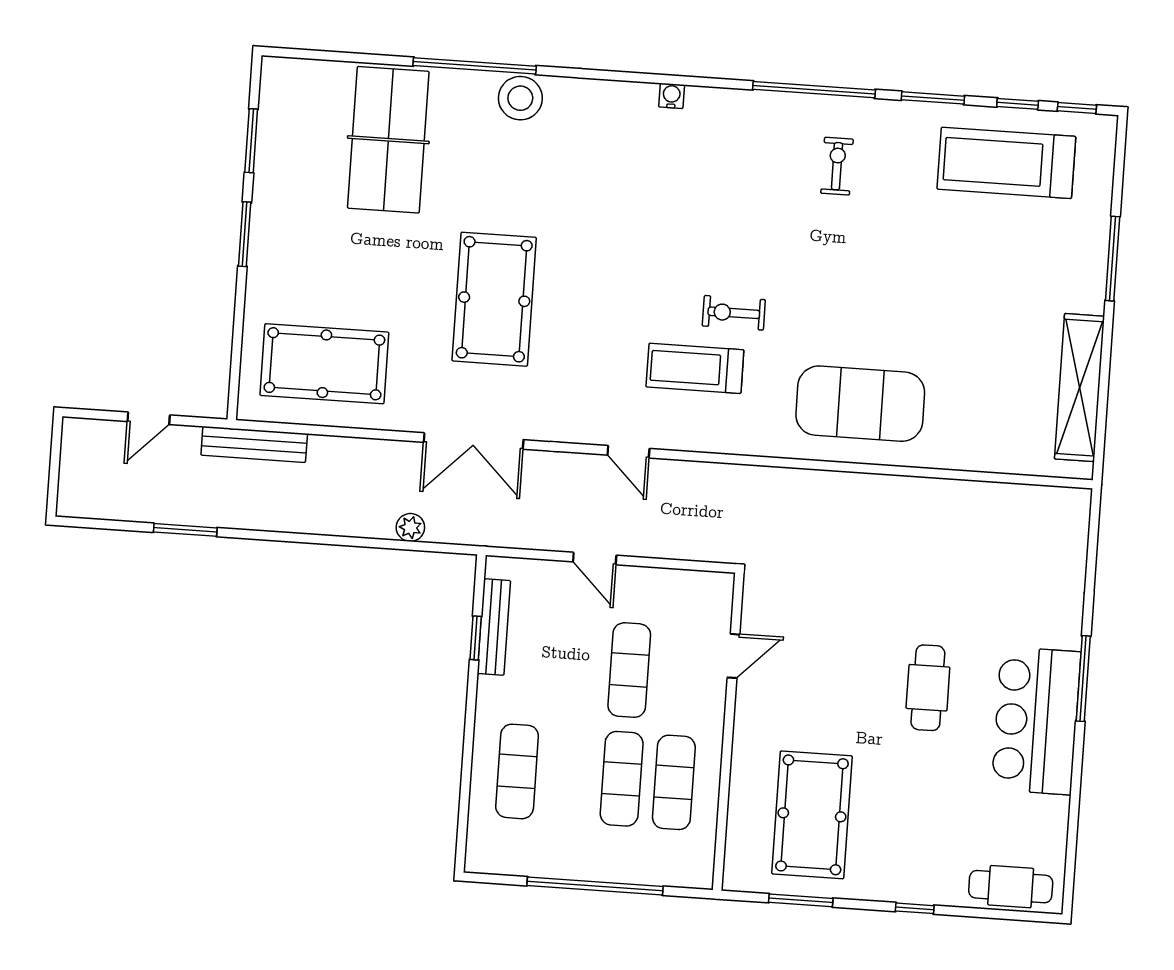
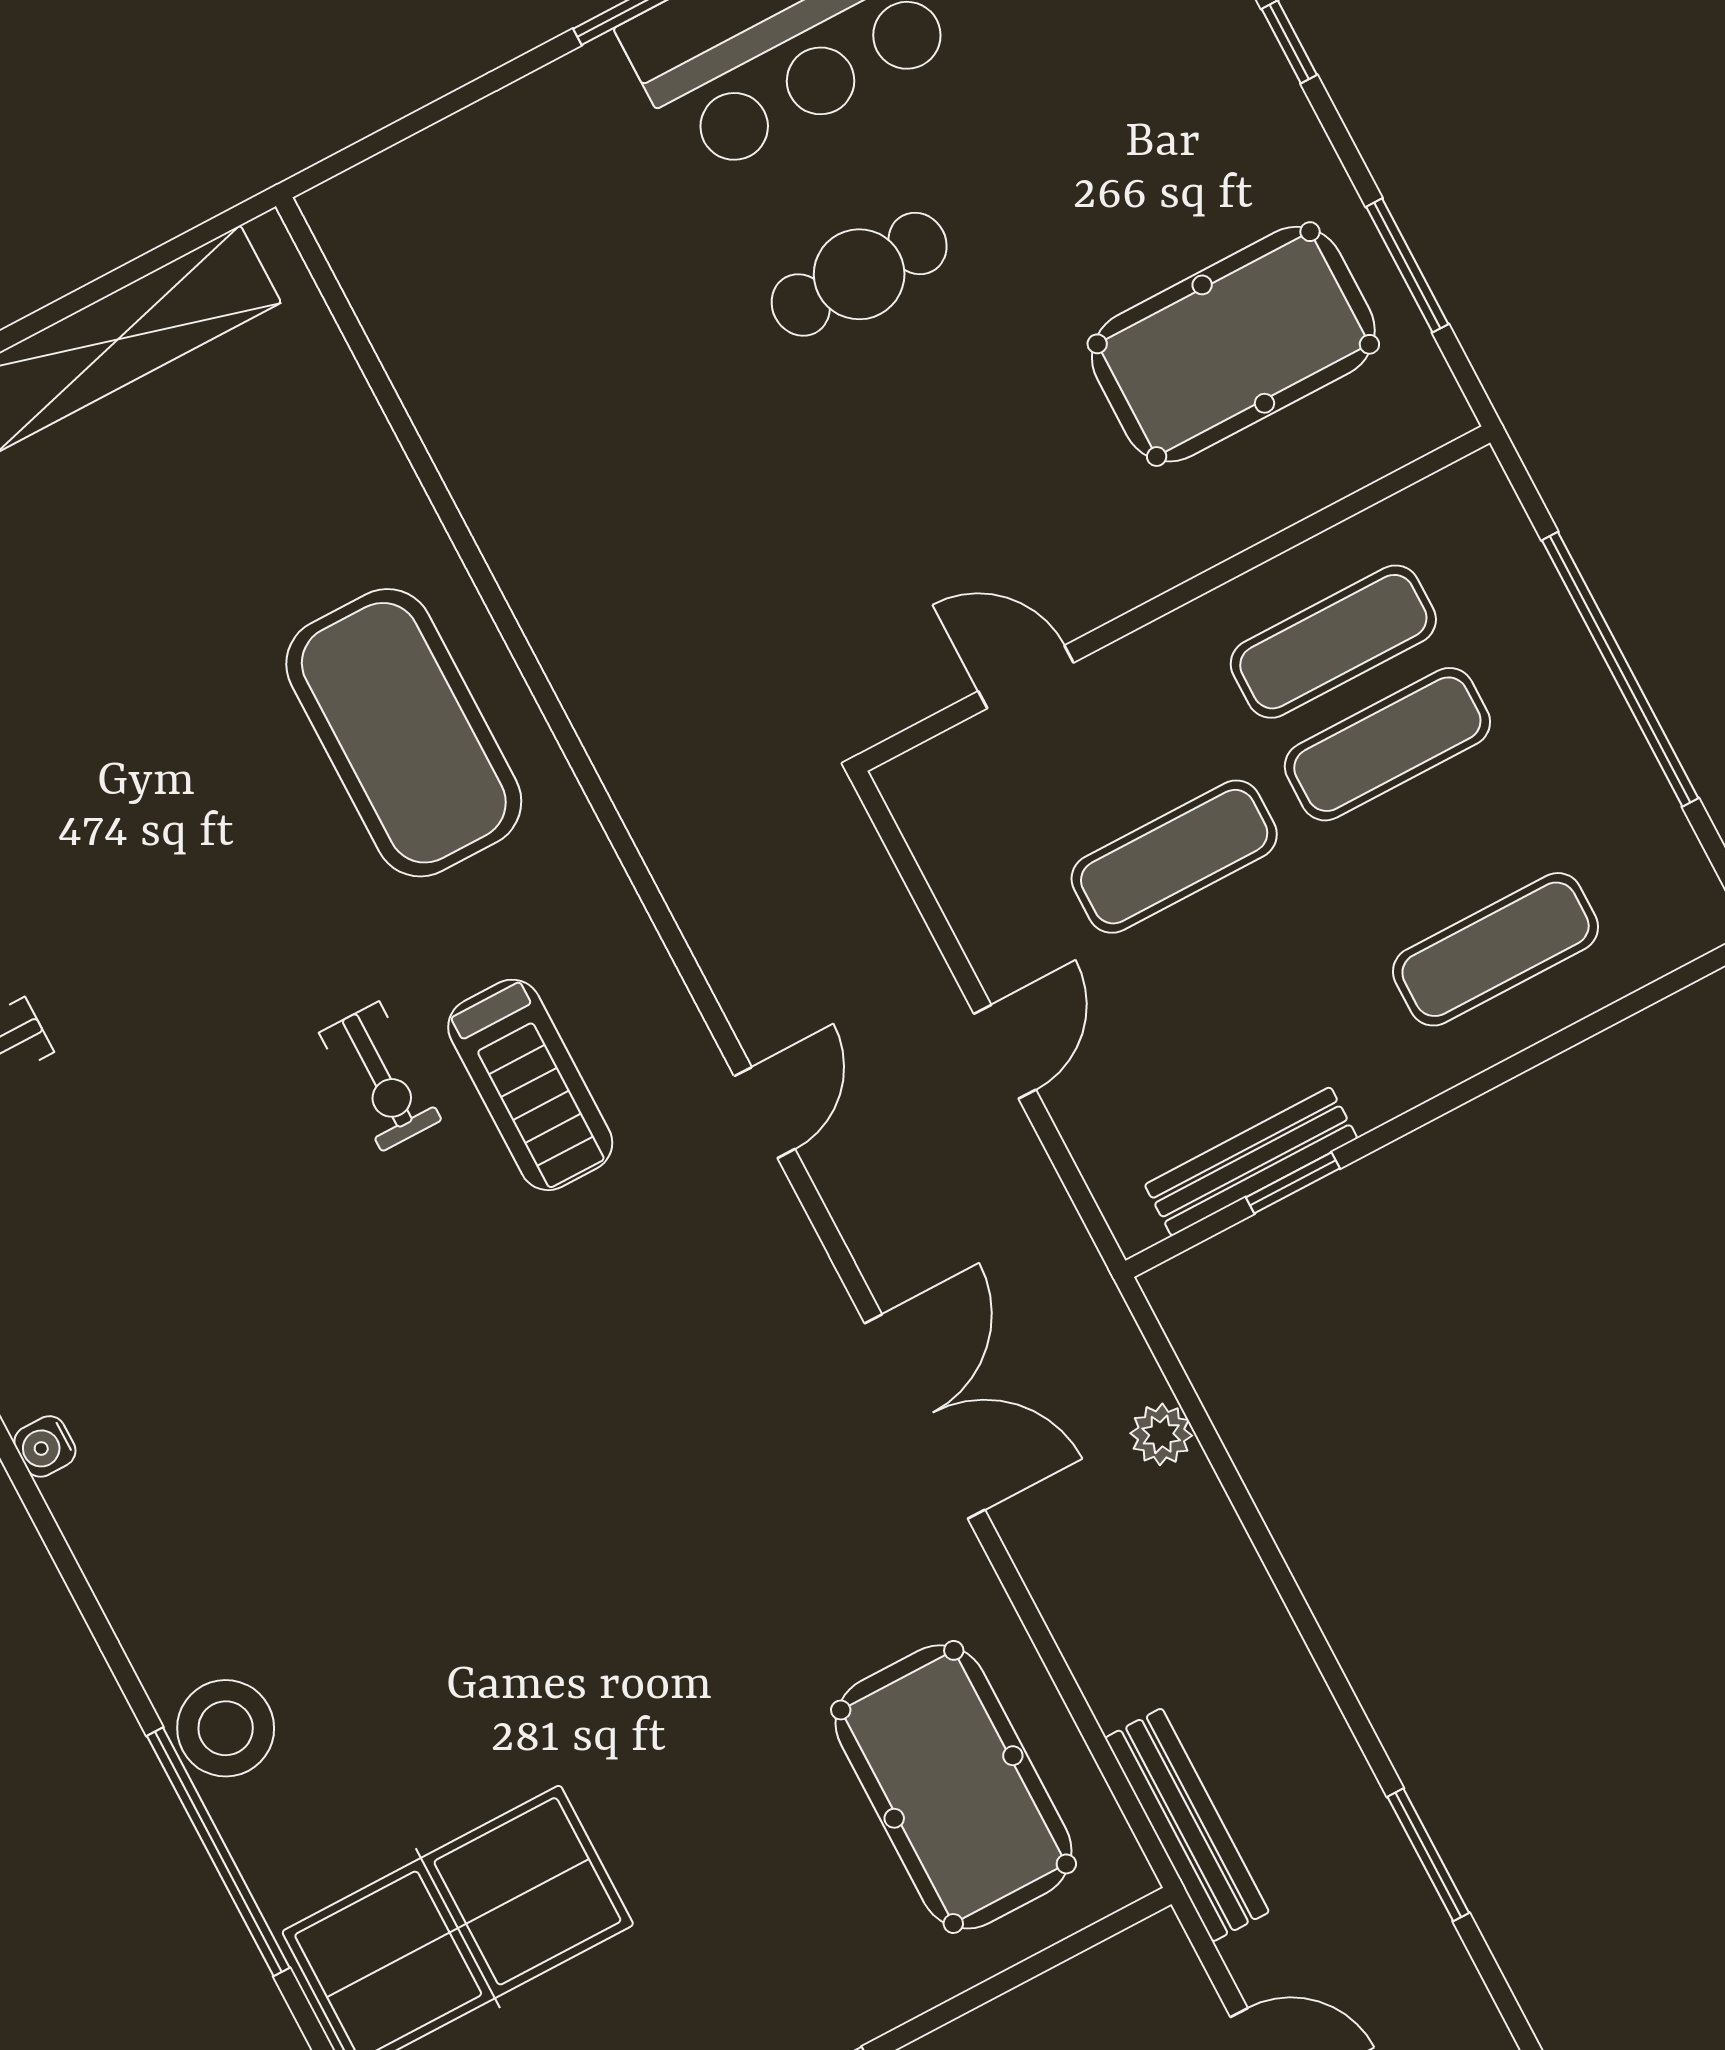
pool table: (494, 299) -> (634, 1543), removed

